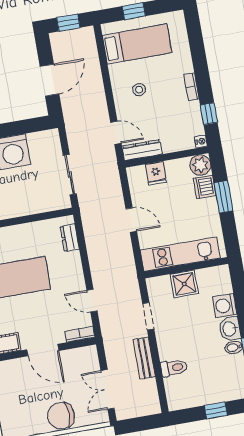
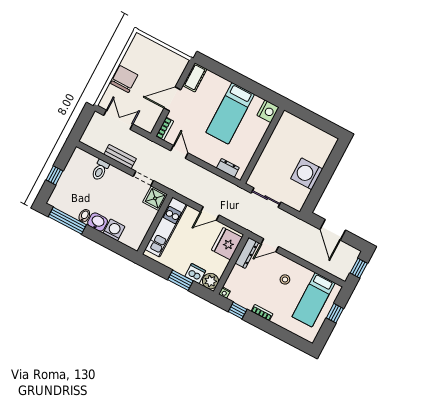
fridge: (156, 173) -> (227, 244), width x1.88, depth x1.34
shower: (184, 284) -> (155, 198), moved
door: (92, 301) -> (179, 152), hinge flipped

